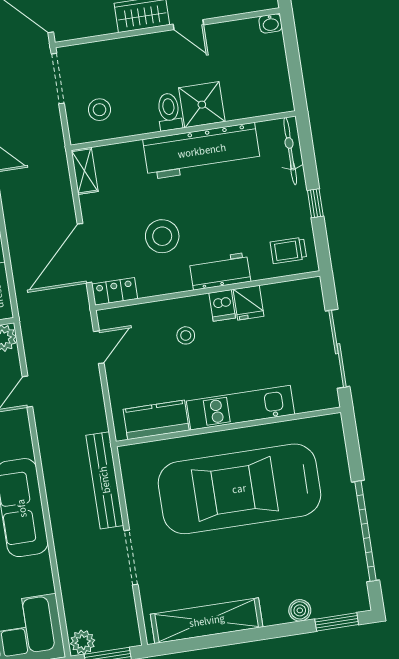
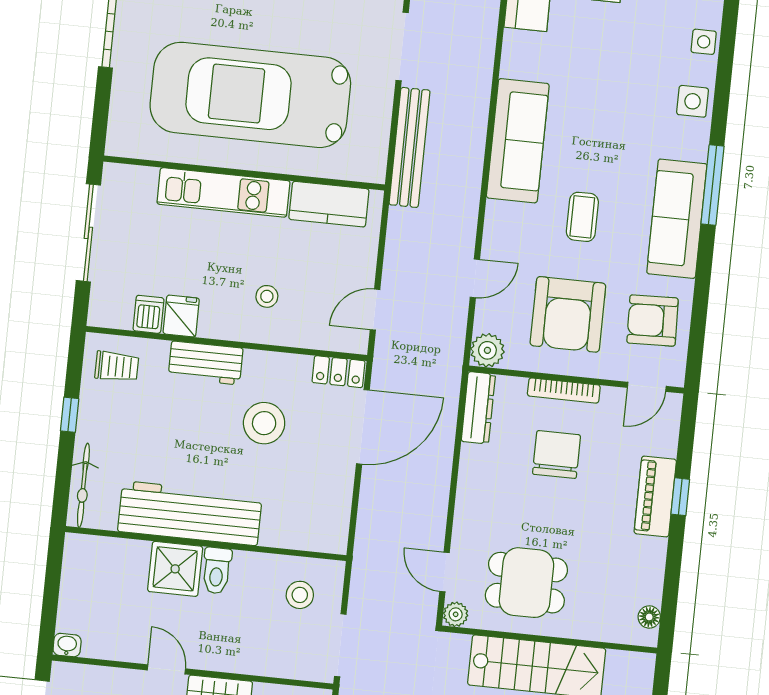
shelving: (85, 171) -> (337, 526), removed
dishwasher: (222, 305) -> (148, 314), moved
car: (239, 489) -> (250, 95), turned 180

